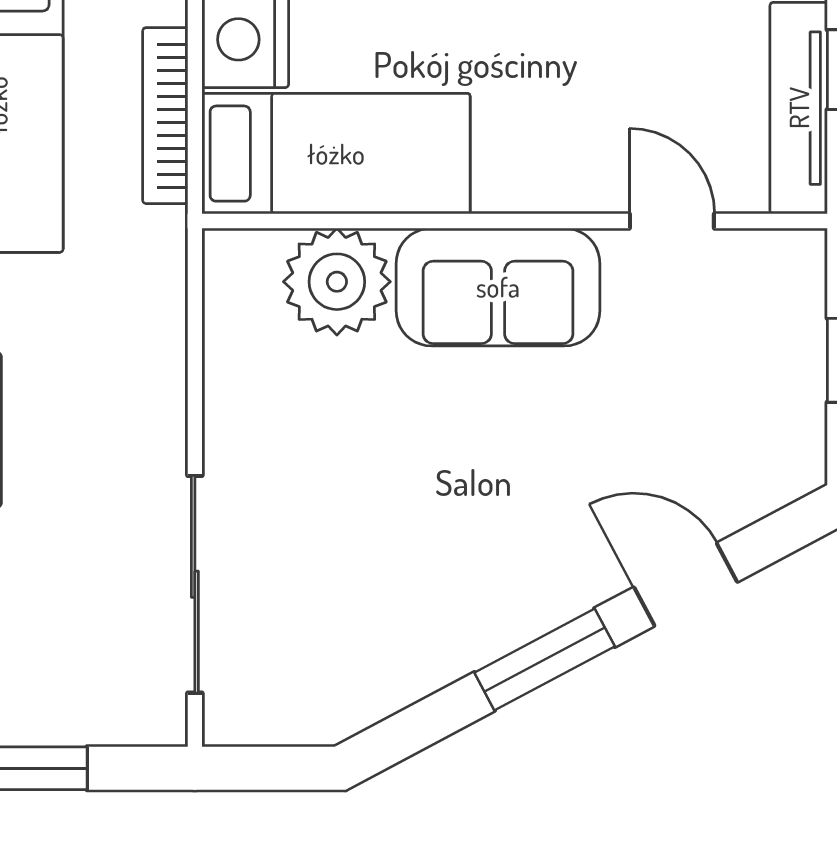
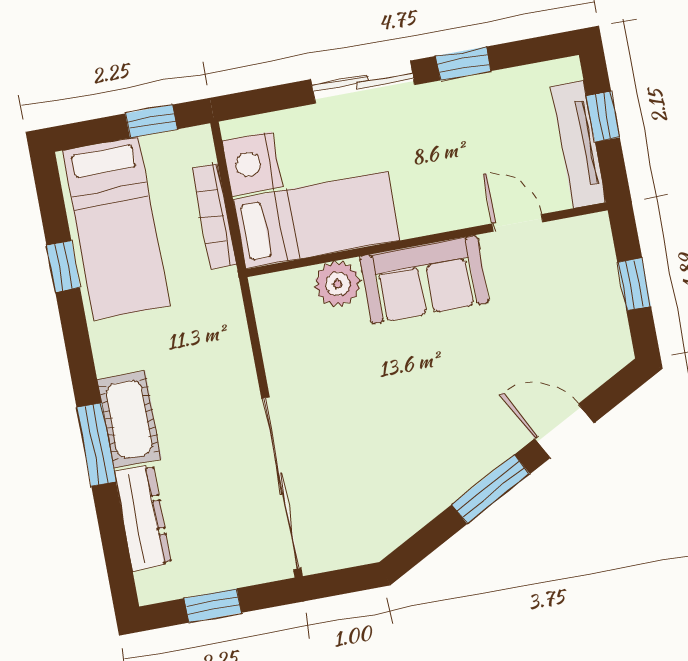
plant: (337, 282) -> (338, 284), width x0.73, depth x0.73
sliding door: (195, 584) -> (281, 483), width x1.36

